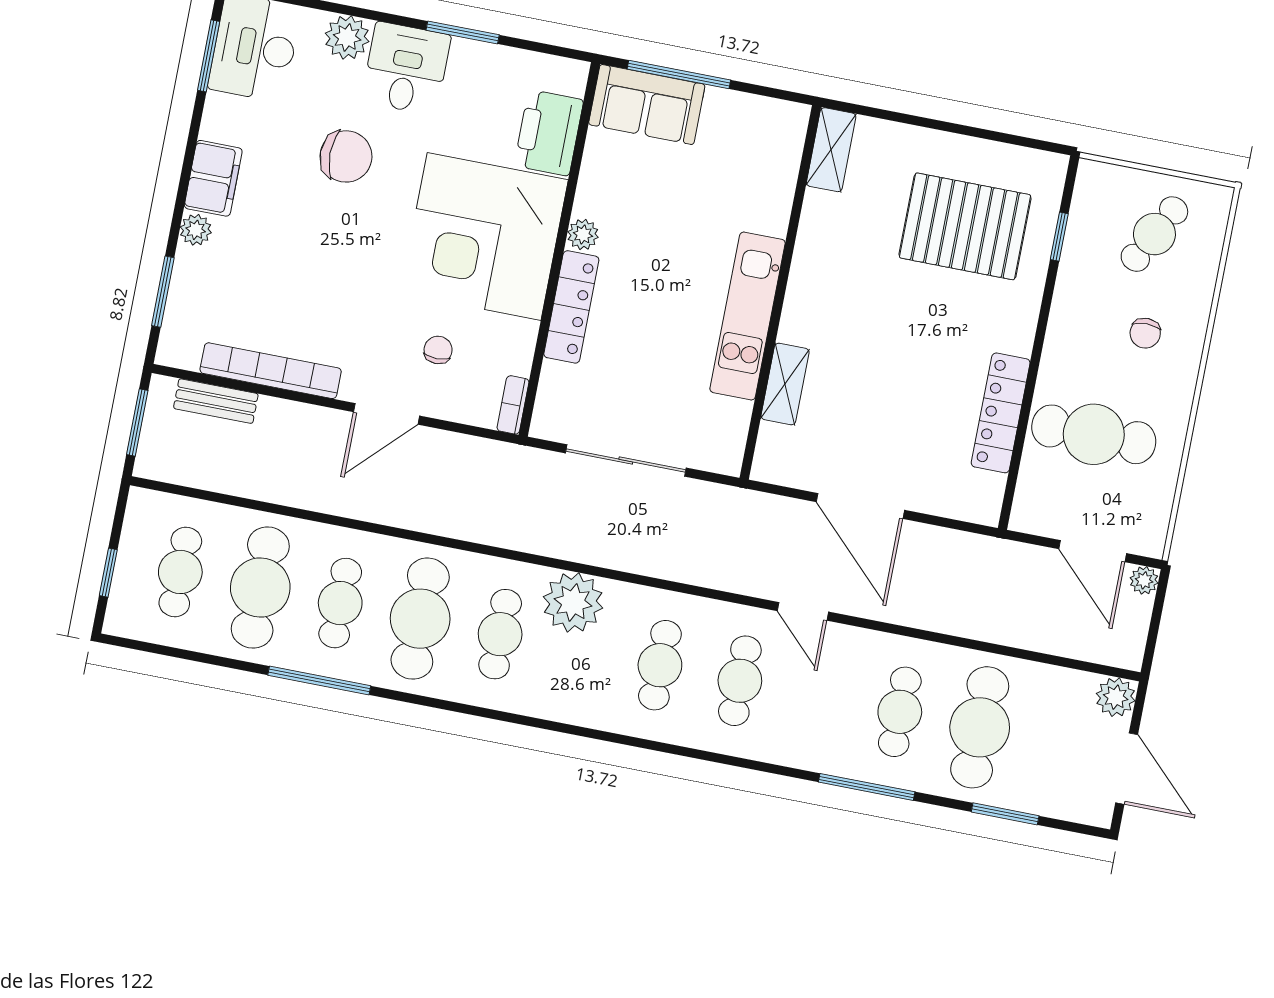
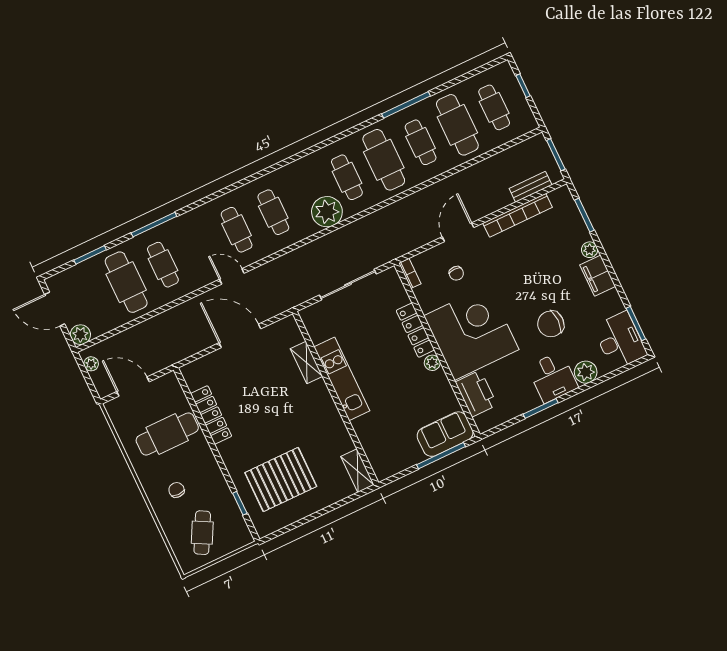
plant: (1144, 580) -> (91, 364), moved

